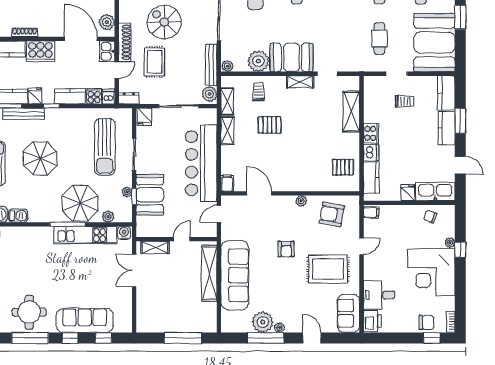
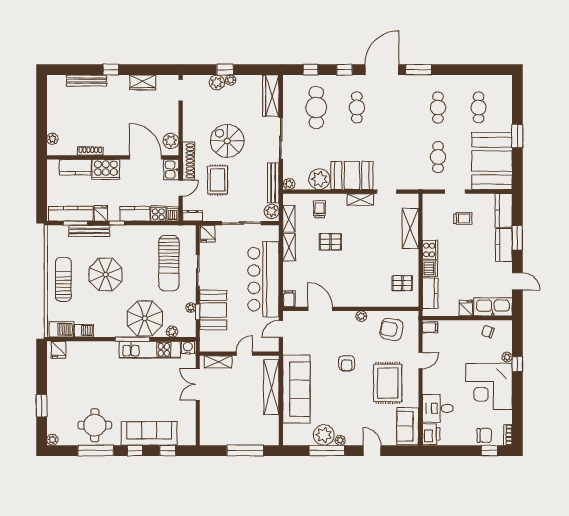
rug: (328, 269) -> (388, 383), turned 90

